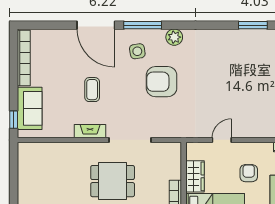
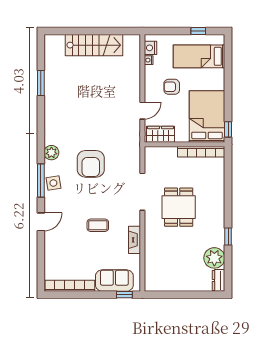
door: (96, 25) -> (41, 222), width x0.53
side table: (137, 51) -> (53, 183), moved
fireplace: (90, 131) -> (134, 240), moved
door: (222, 140) -> (142, 111), swing flipped
wardrobe: (195, 176) -> (160, 134), moved

